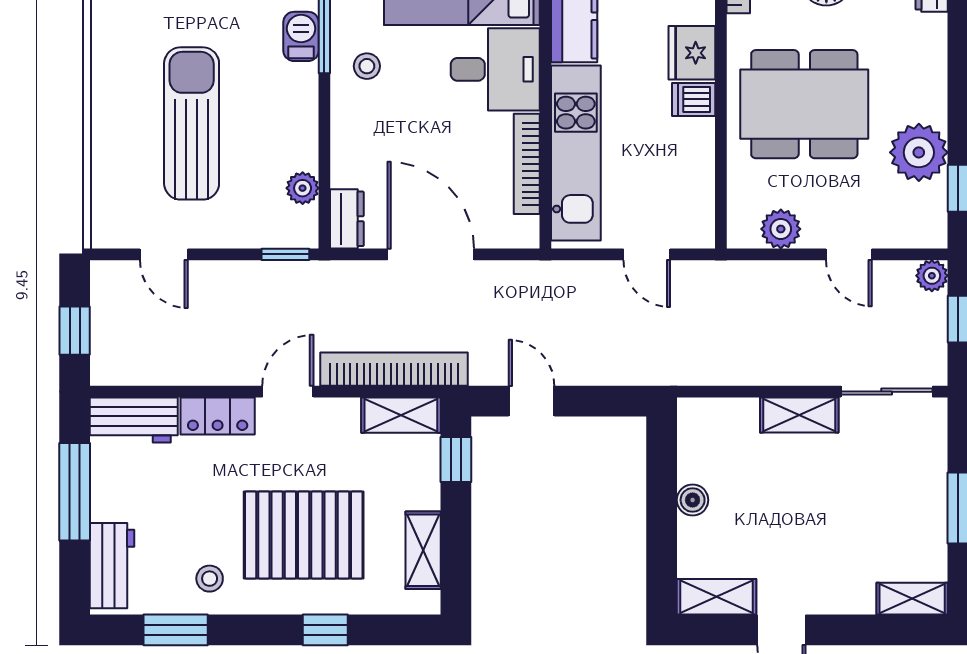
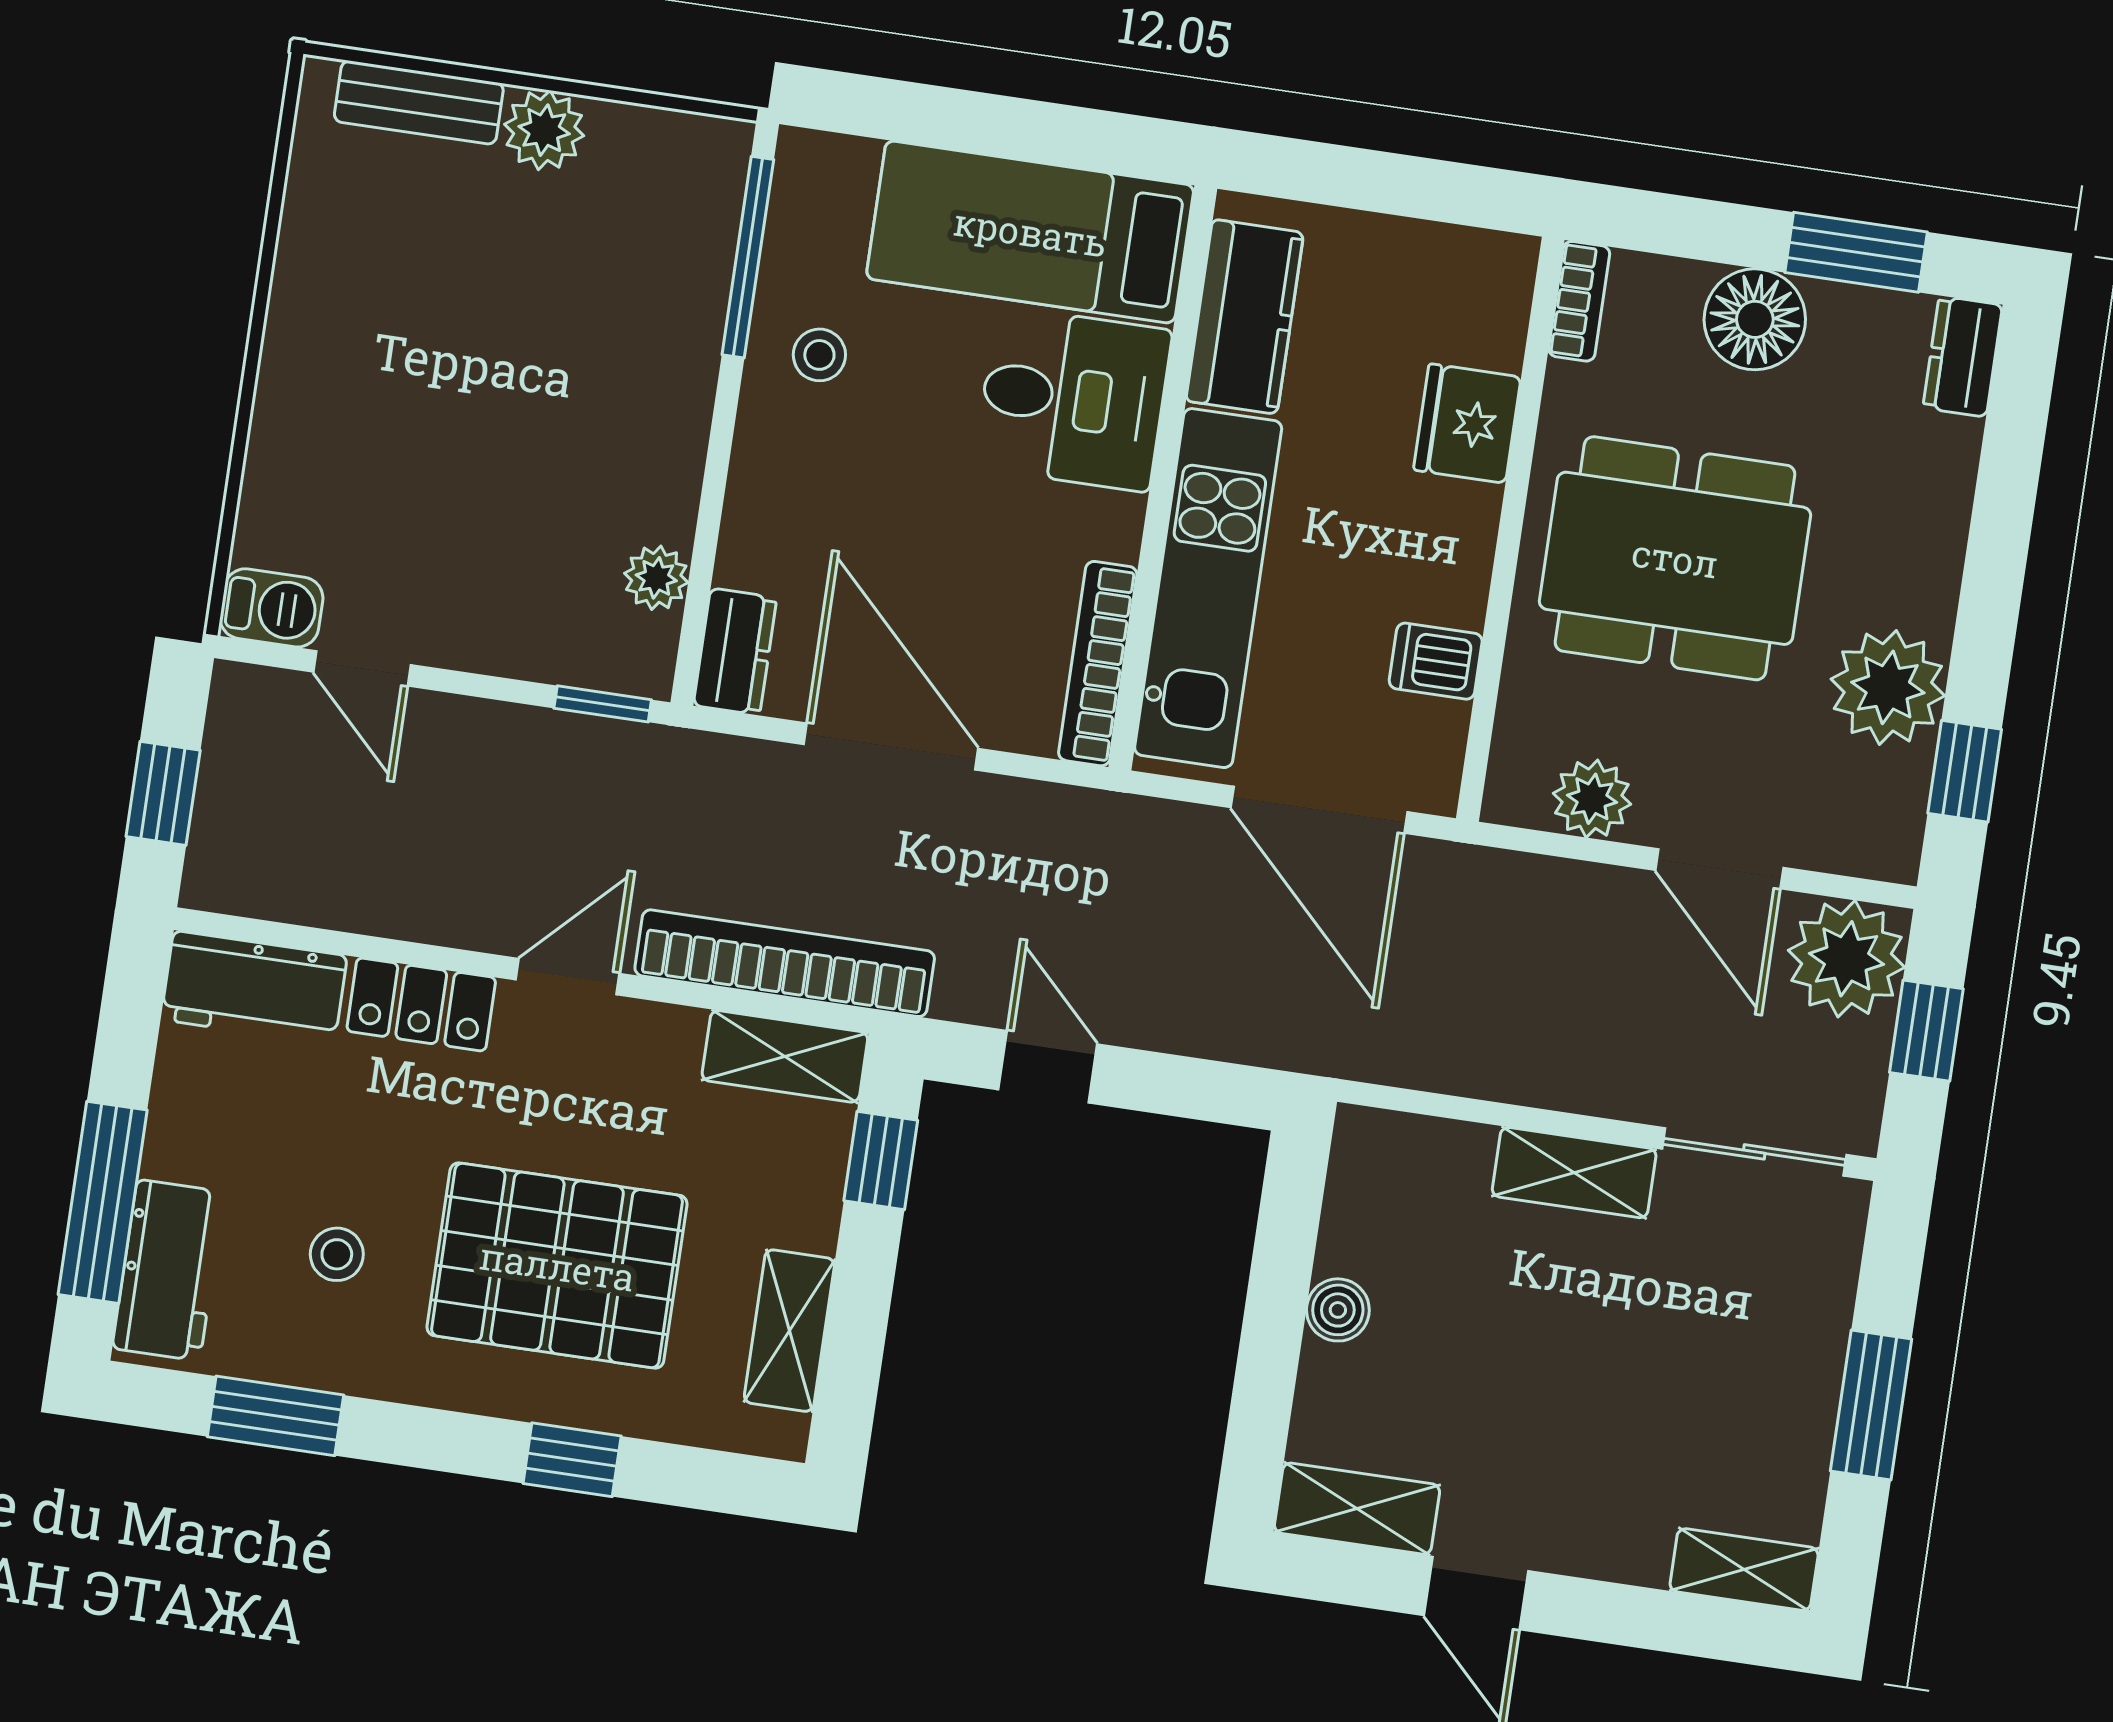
barbecue: (301, 36) -> (271, 608), moved, turned 90
dishwasher: (694, 99) -> (1436, 661), moved
sun lounger: (192, 123) -> (455, 417), removed
bookcase: (527, 164) -> (1098, 664), moved
door: (647, 254) -> (1319, 810), width x1.88
door: (849, 254) -> (1719, 869), width x1.38
plant: (932, 276) -> (1846, 959), width x1.88, depth x1.88
window: (75, 492) -> (103, 1202), moved
stool: (210, 579) -> (337, 1254), moved

